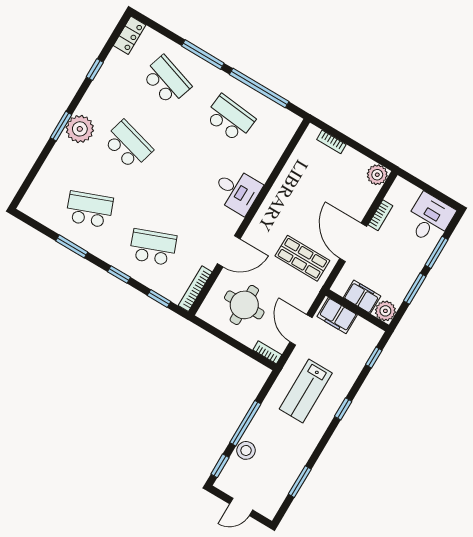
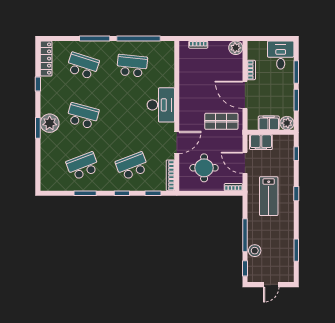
locker: (130, 35) -> (46, 59), width x1.53
desk: (237, 191) -> (161, 105), width x1.37

